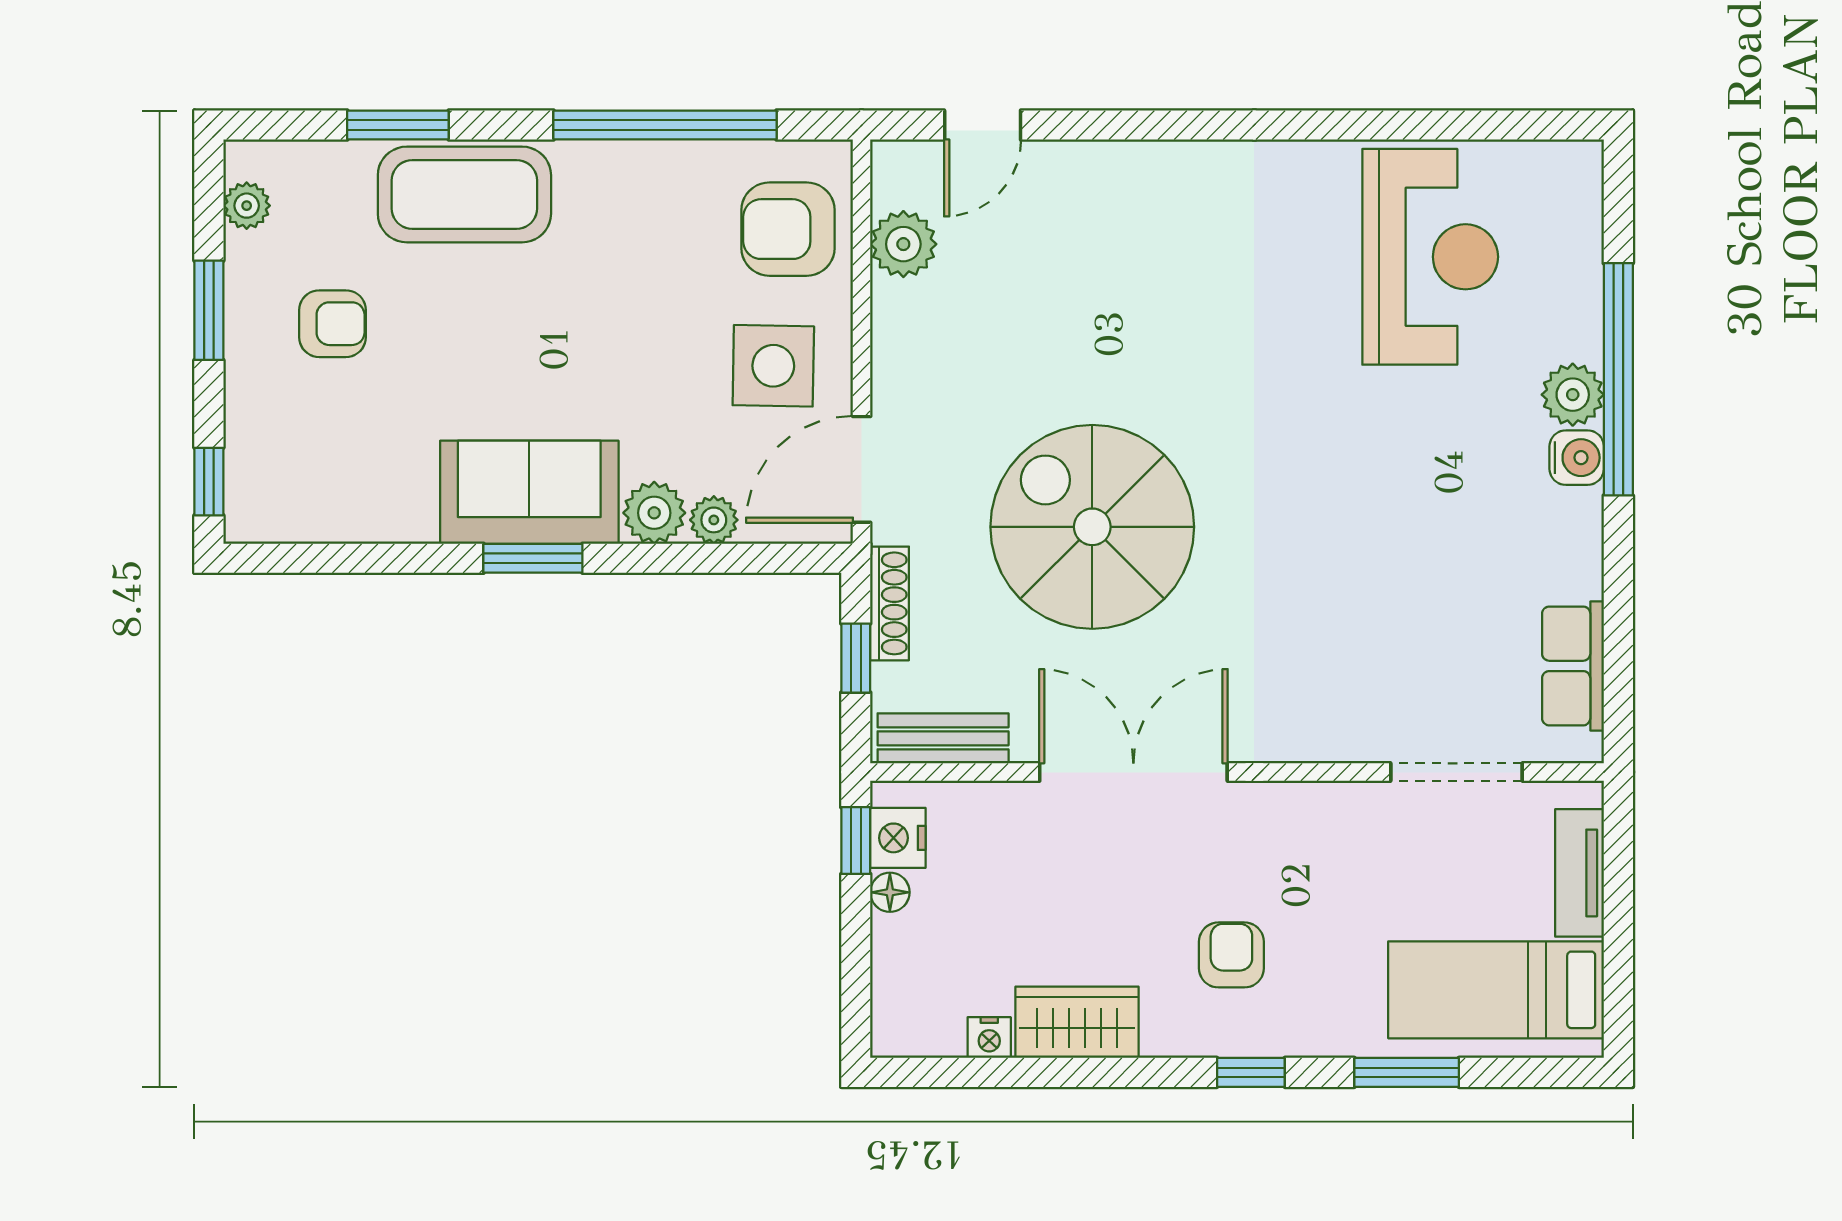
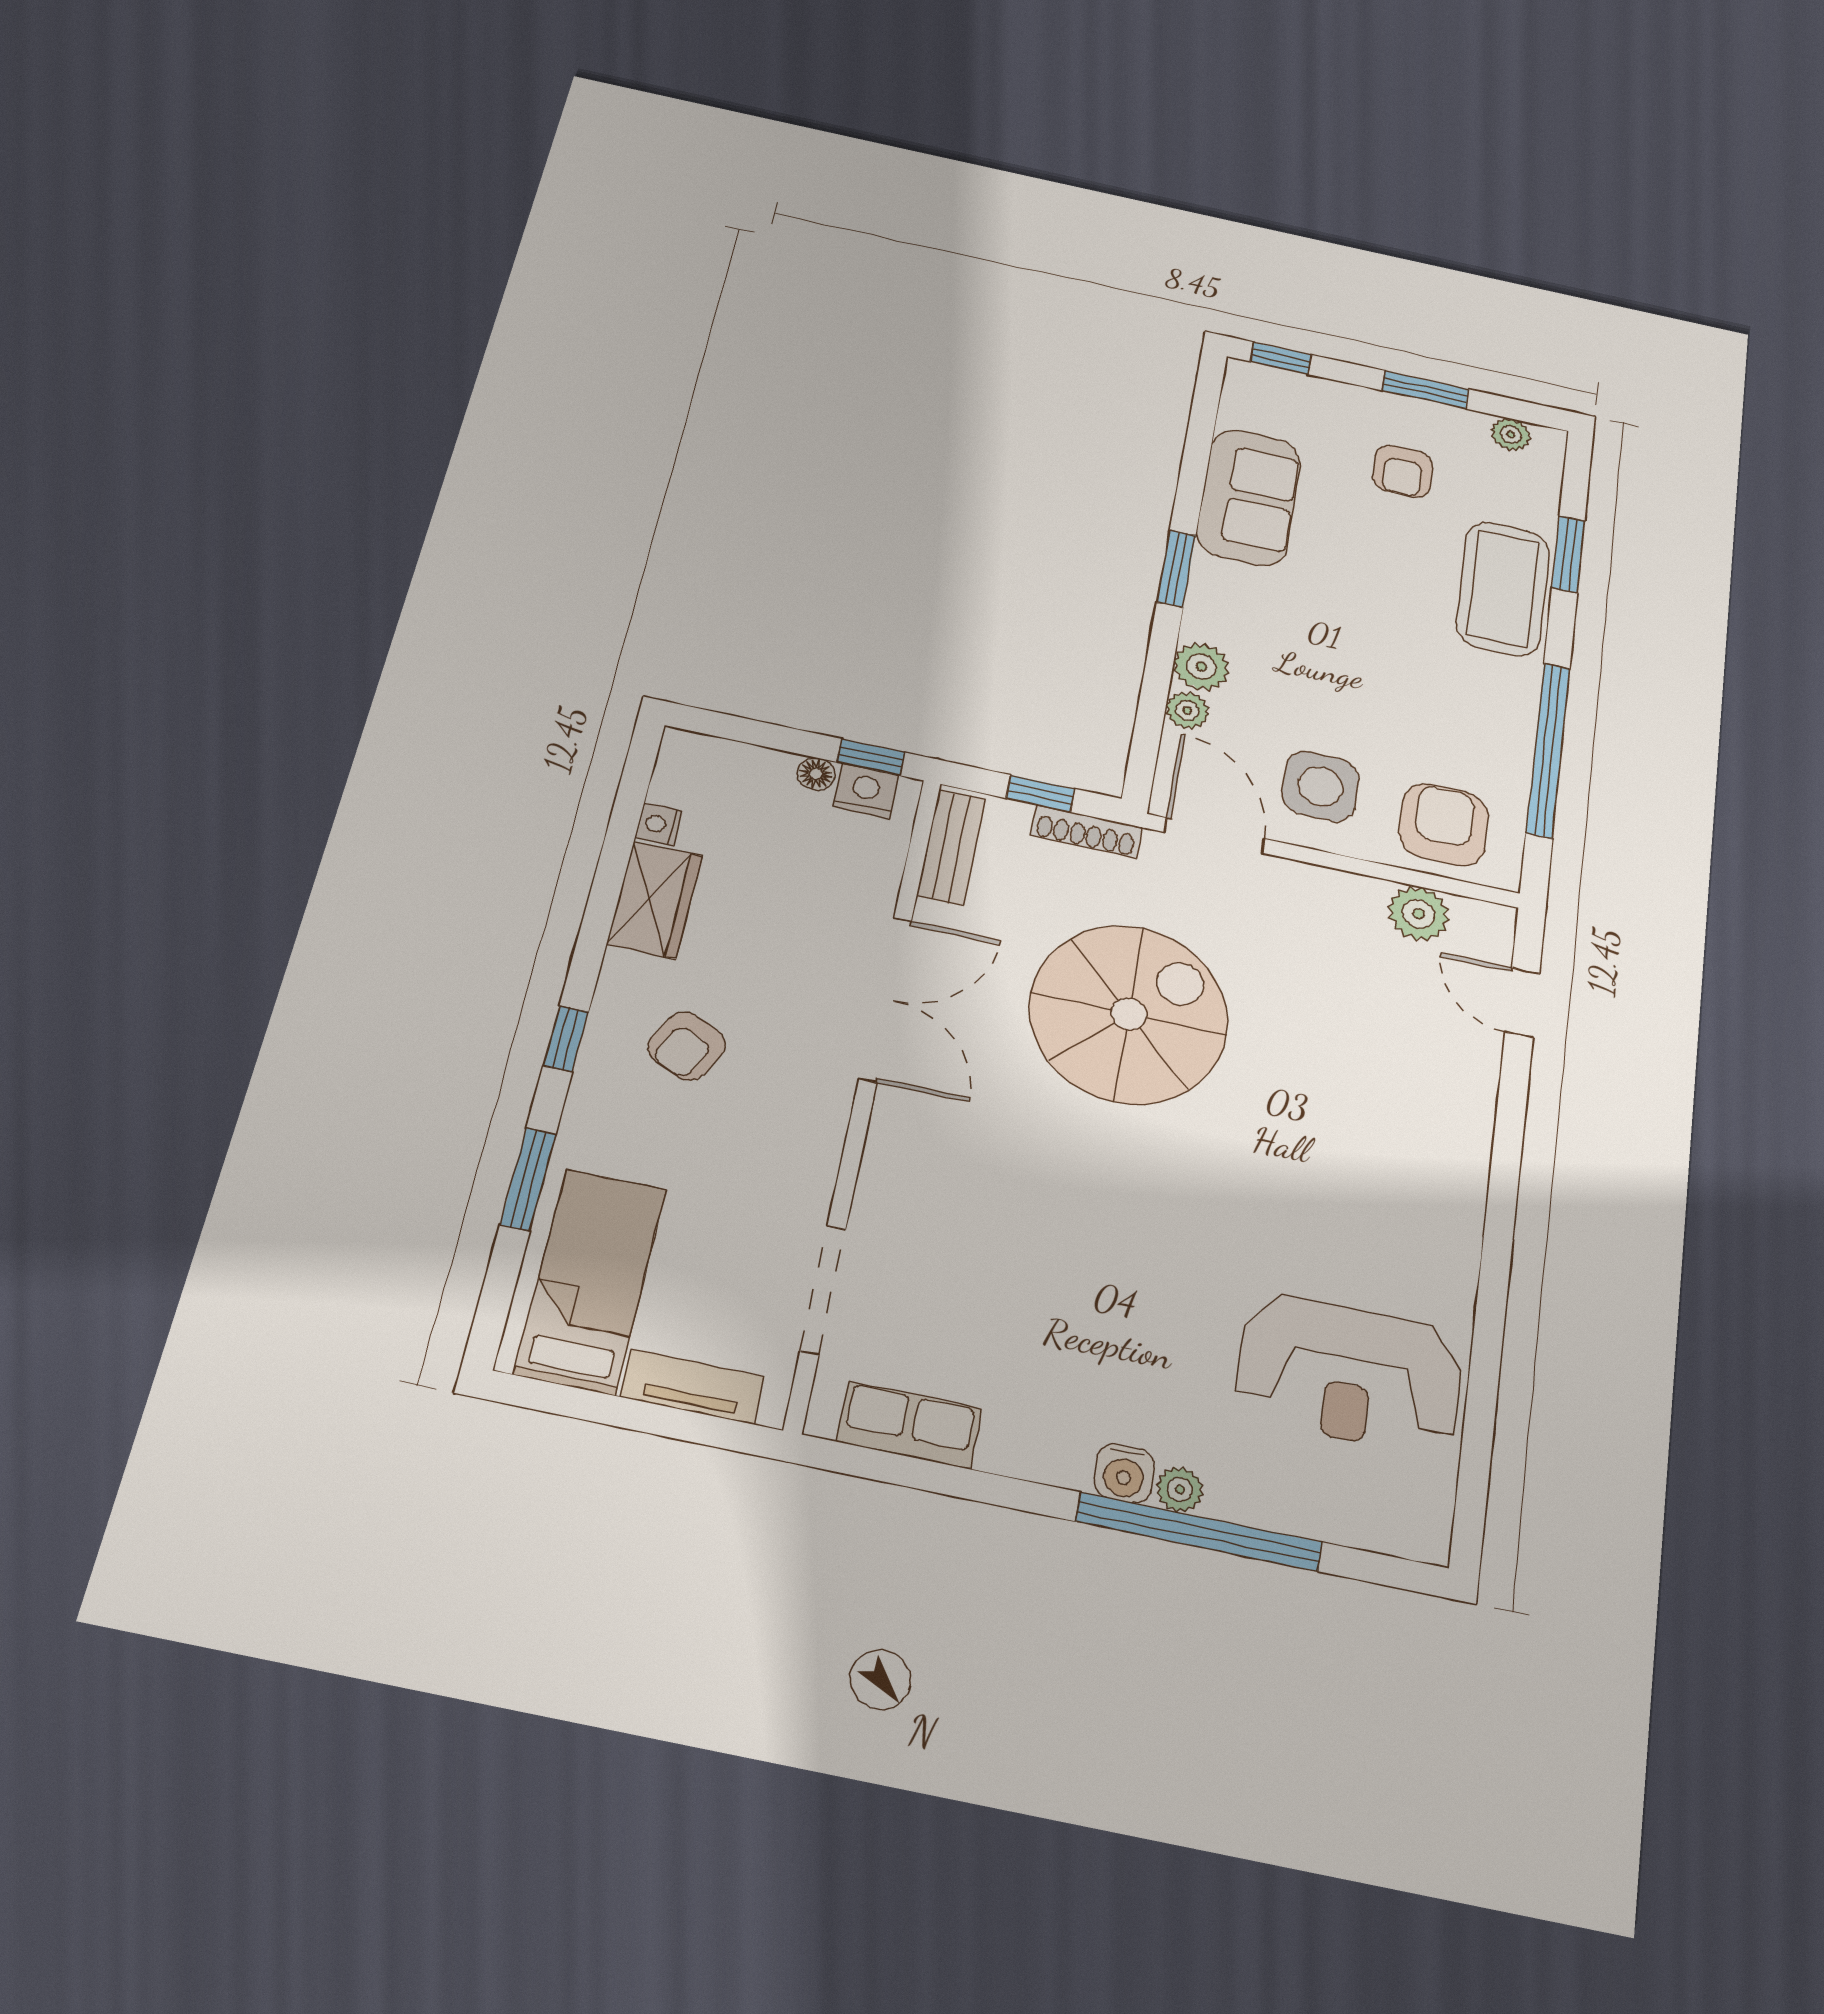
plant: (1573, 395) -> (1180, 1489), width x0.73, depth x0.73
sofa: (529, 492) -> (1249, 497), moved
armchair: (1231, 955) -> (687, 1046), turned 116

